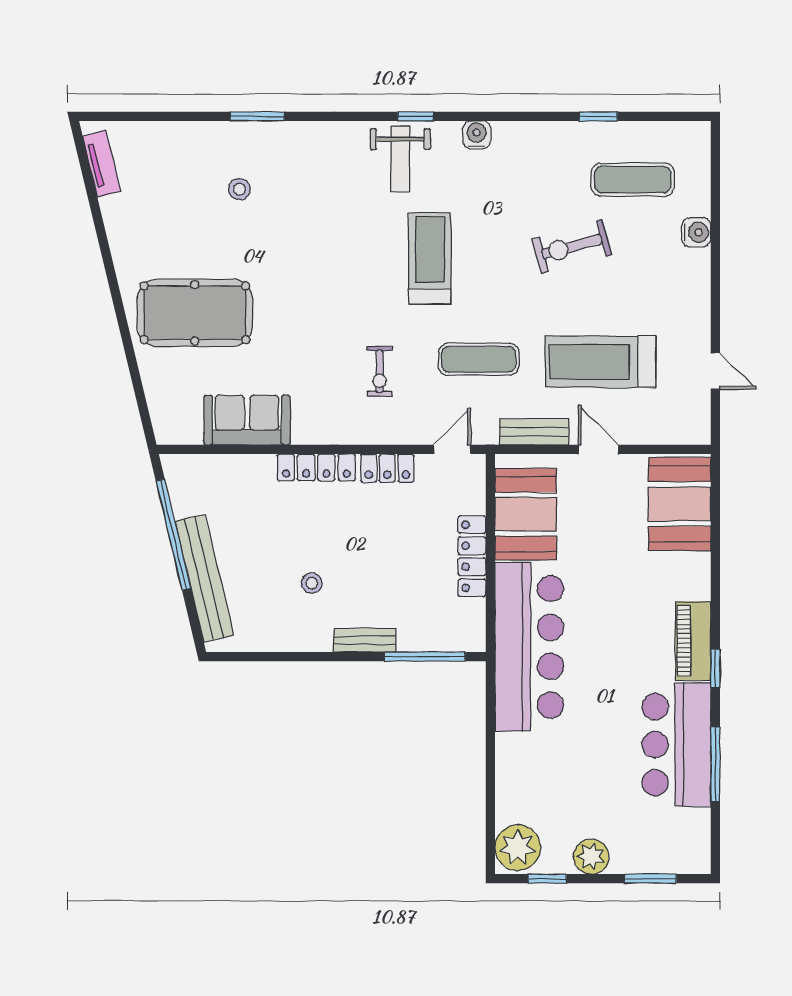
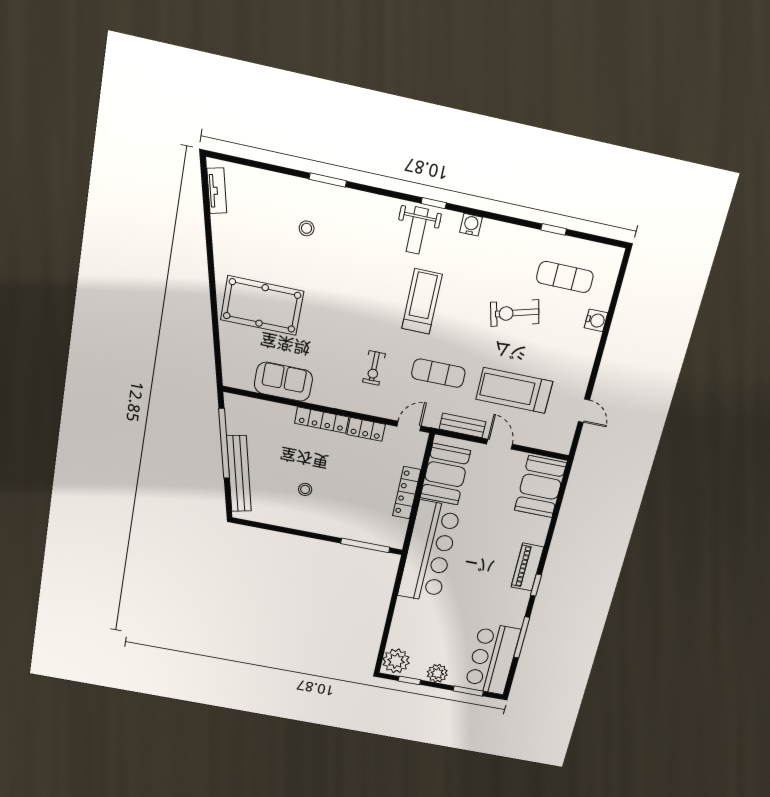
bench: (365, 640) -> (331, 529), removed
bar counter: (676, 745) -> (492, 659), moved

